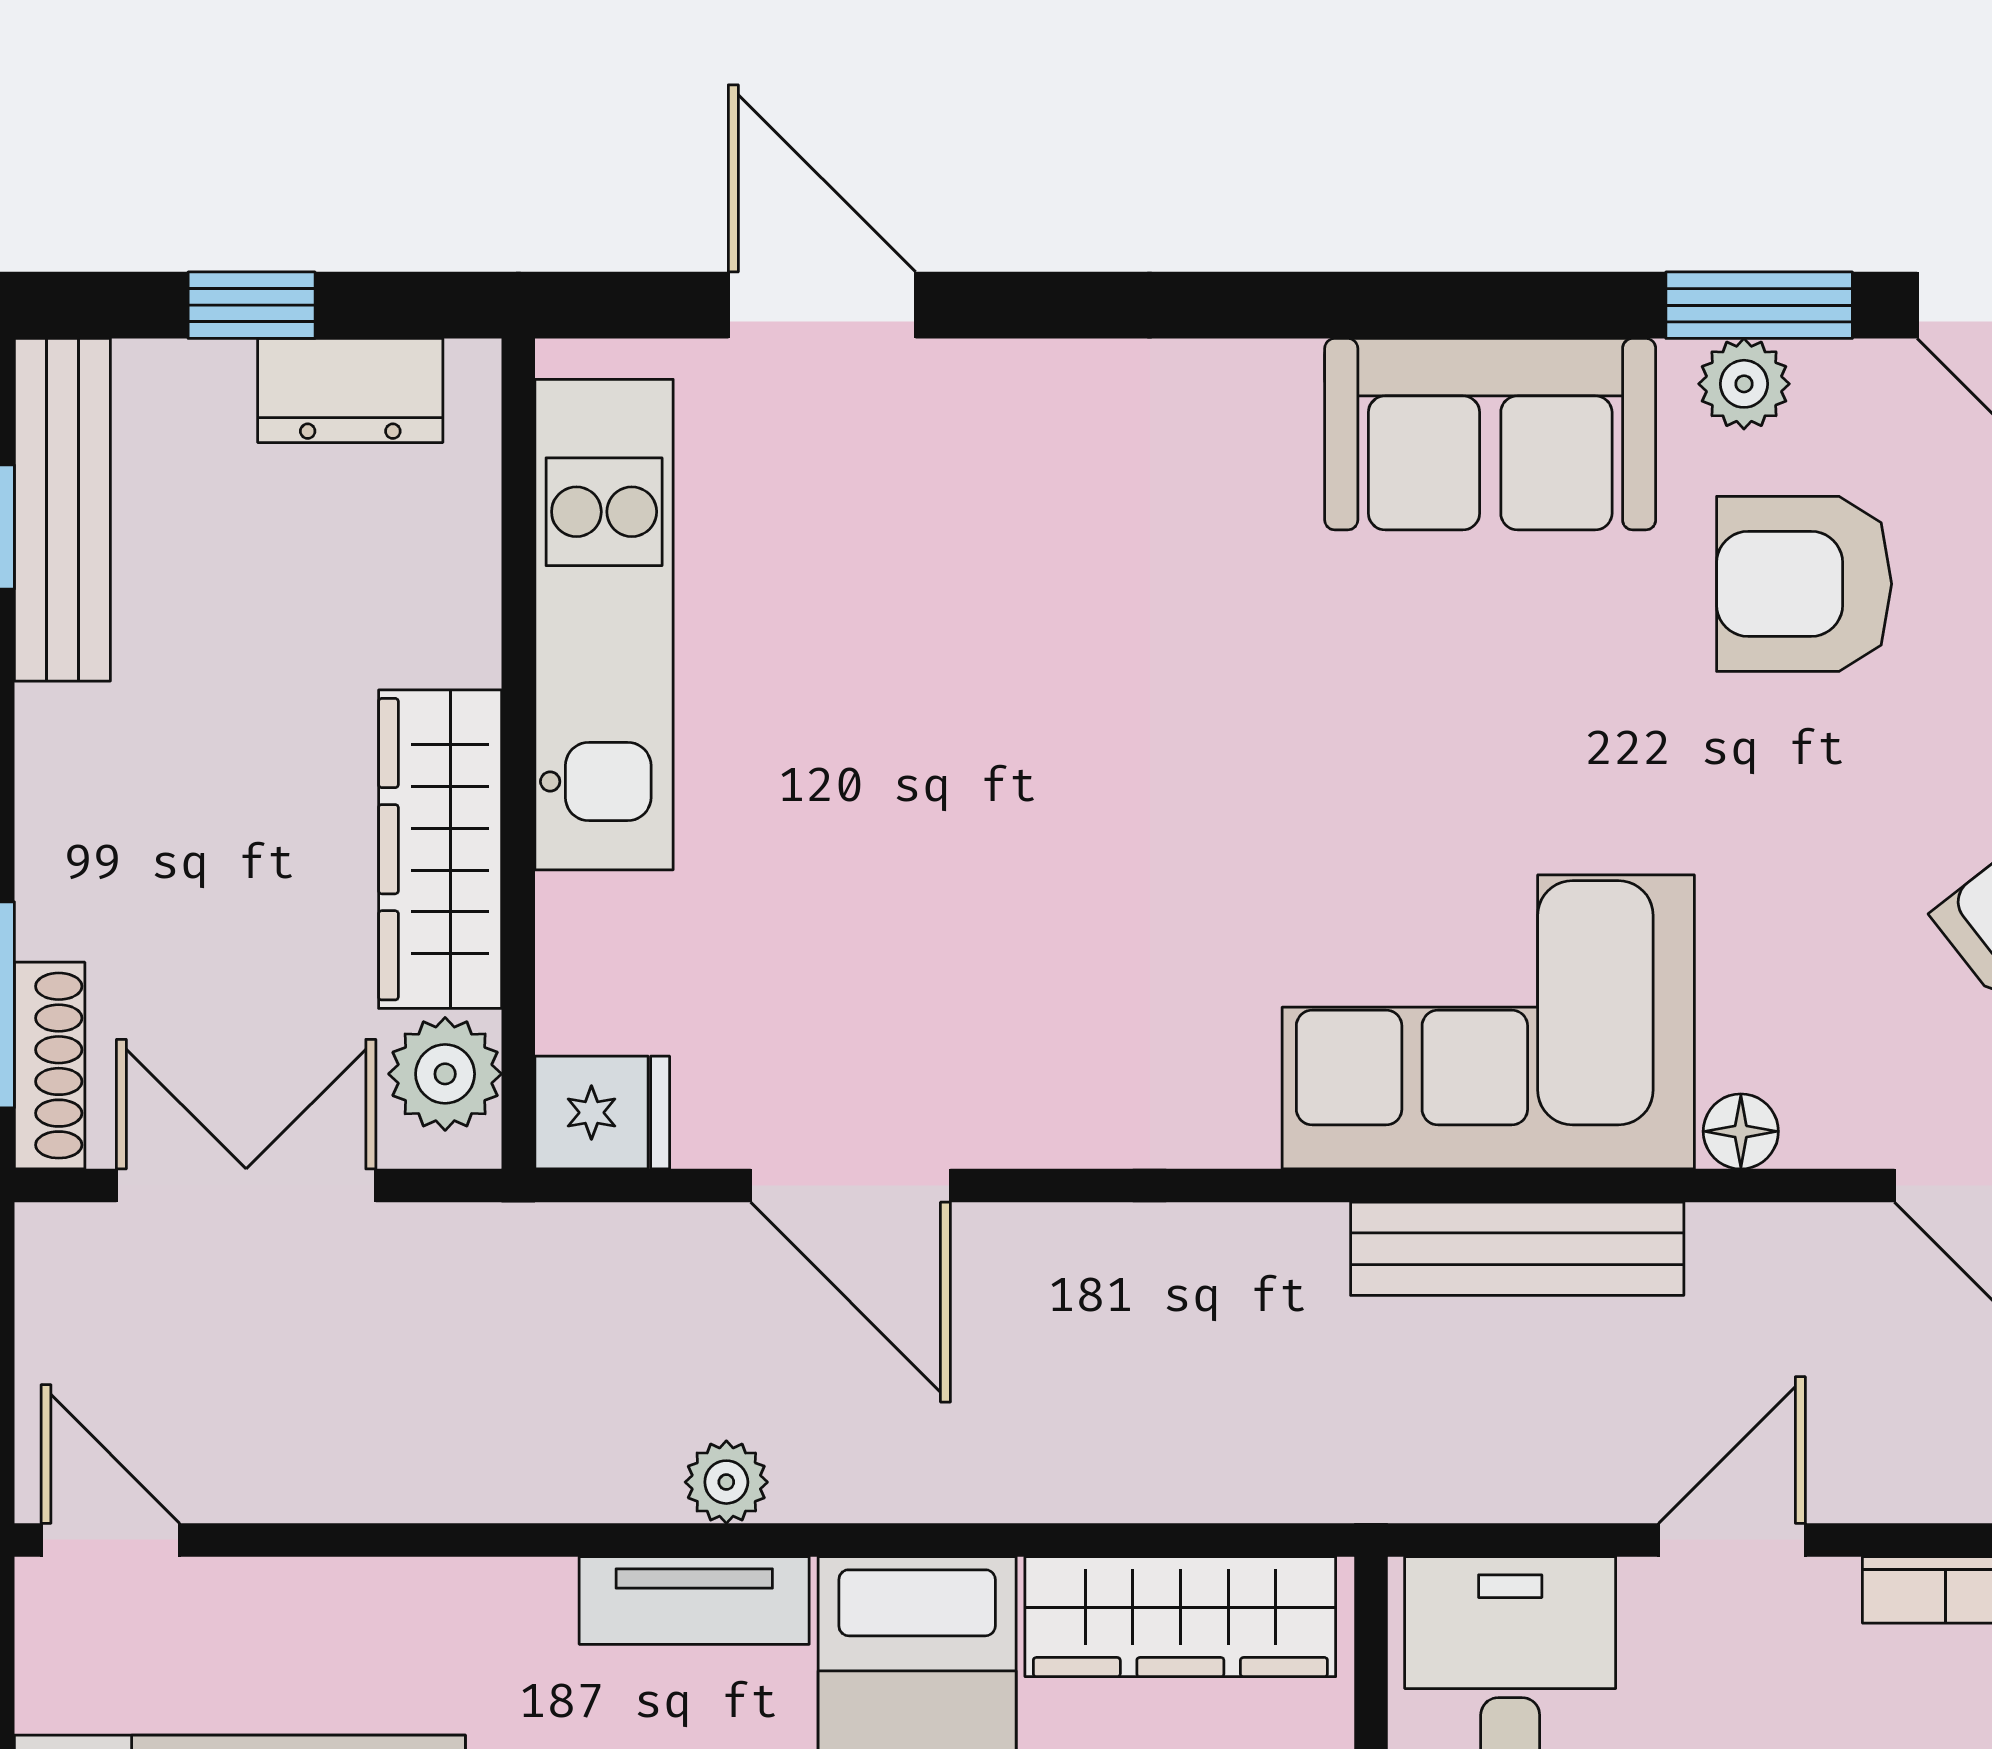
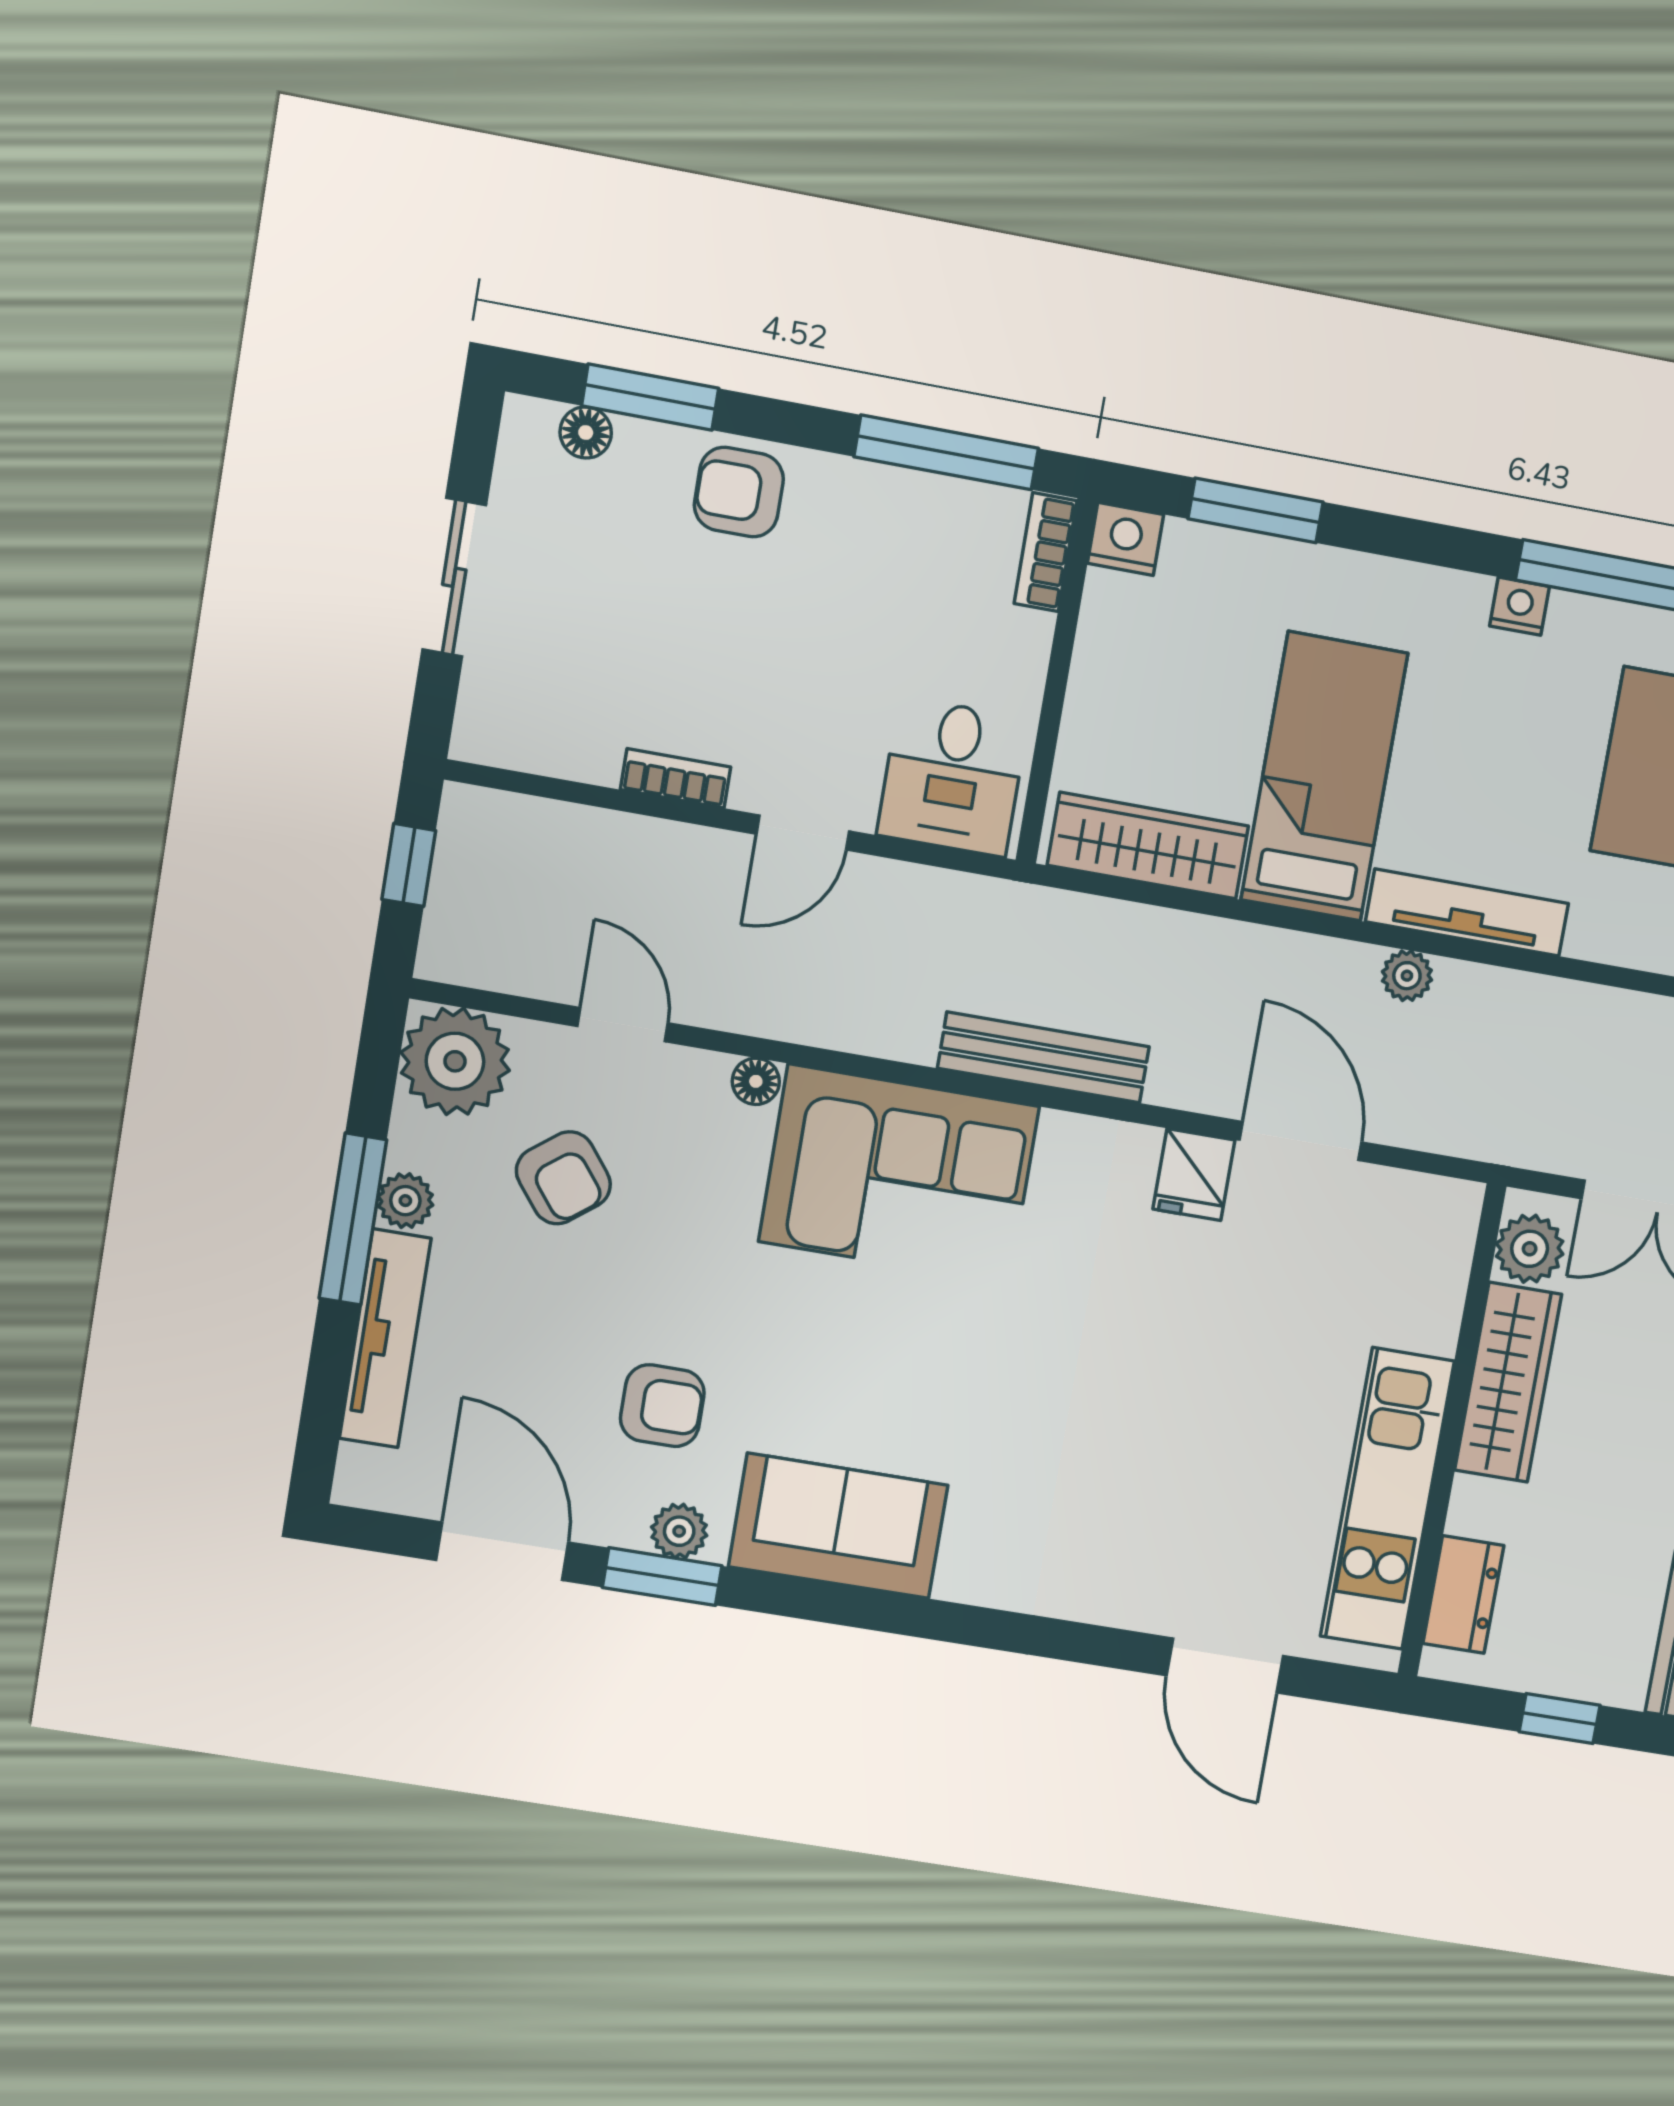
dresser: (350, 391) -> (1463, 1595), moved, turned 90
armchair: (1804, 584) -> (662, 1406), width x0.72, depth x0.72
fridge: (602, 1113) -> (1194, 1175), moved, turned -90
bench: (1517, 1249) -> (1043, 1057), moved
tv unit: (694, 1600) -> (1467, 913), width x1.41

